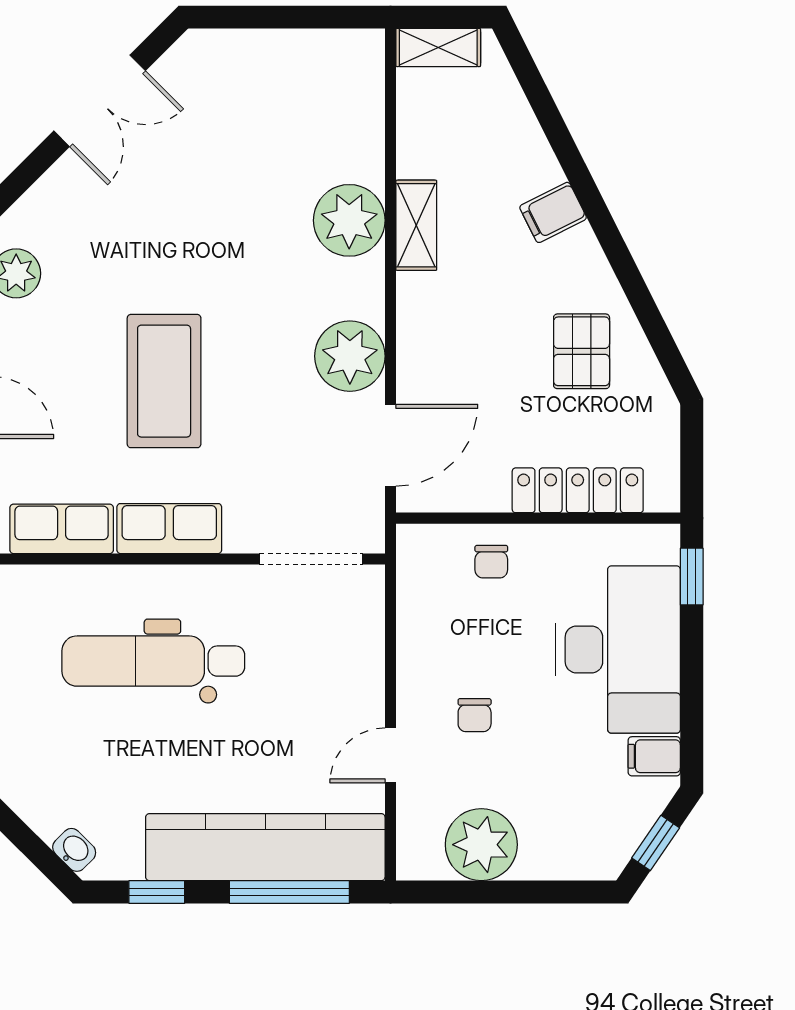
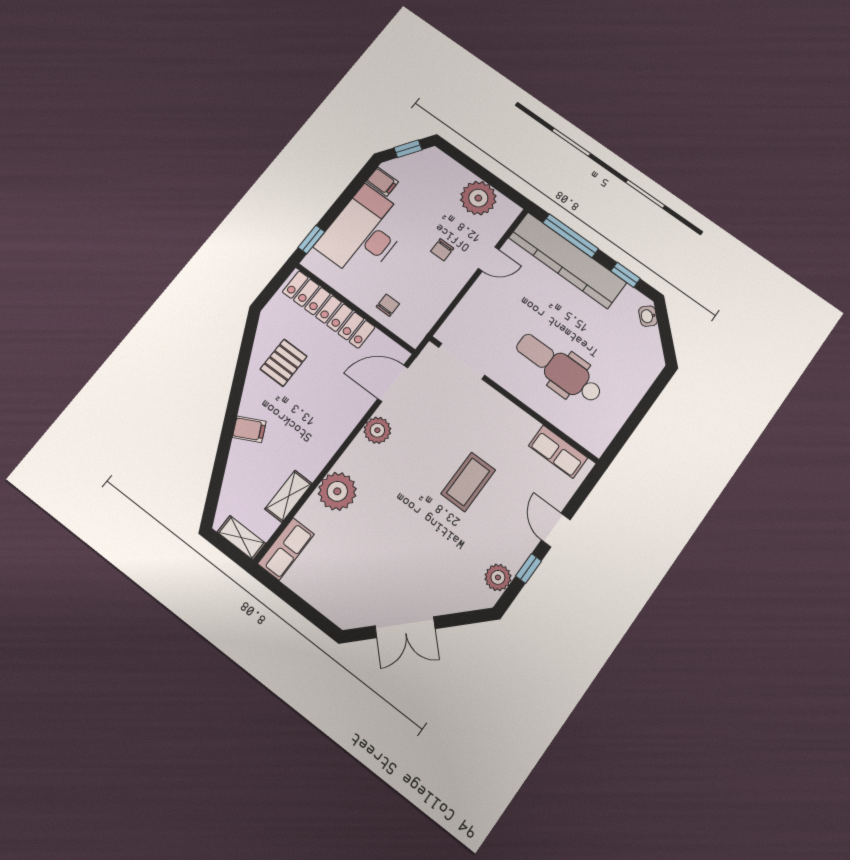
double door: (100, 101) -> (405, 627), swing flipped
shelving: (416, 225) -> (288, 496), moved
plant: (350, 356) -> (377, 430), width x0.73, depth x0.73
coffee table: (164, 381) -> (468, 482), width x0.73, depth x0.76
locker: (578, 490) -> (329, 309), width x1.41, depth x1.21
row of seats: (169, 529) -> (286, 549), moved, turned -90
dental chair: (153, 661) -> (559, 368), turned 180
chair: (475, 715) -> (442, 250), turned 180

